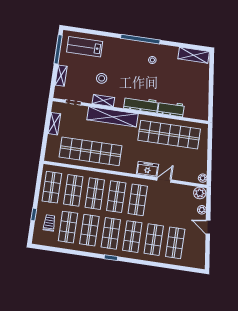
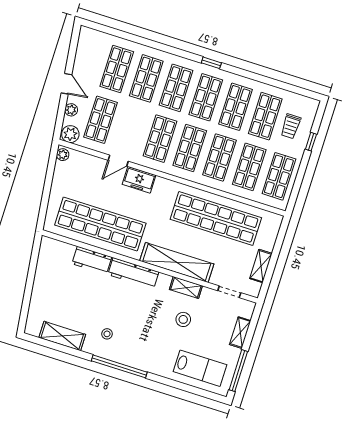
shelving: (194, 55) -> (62, 336), moved
shop shelf: (181, 206) -> (101, 120), added

